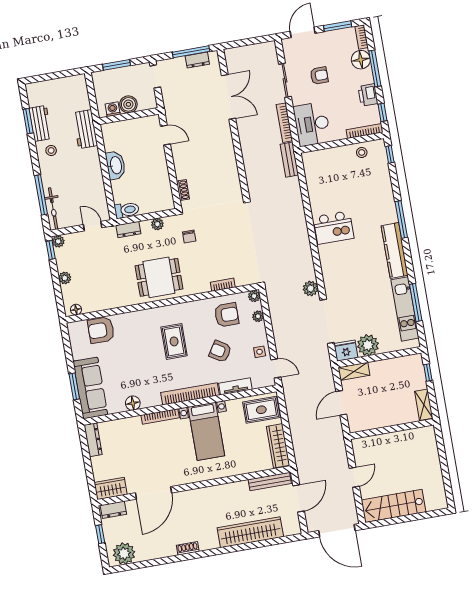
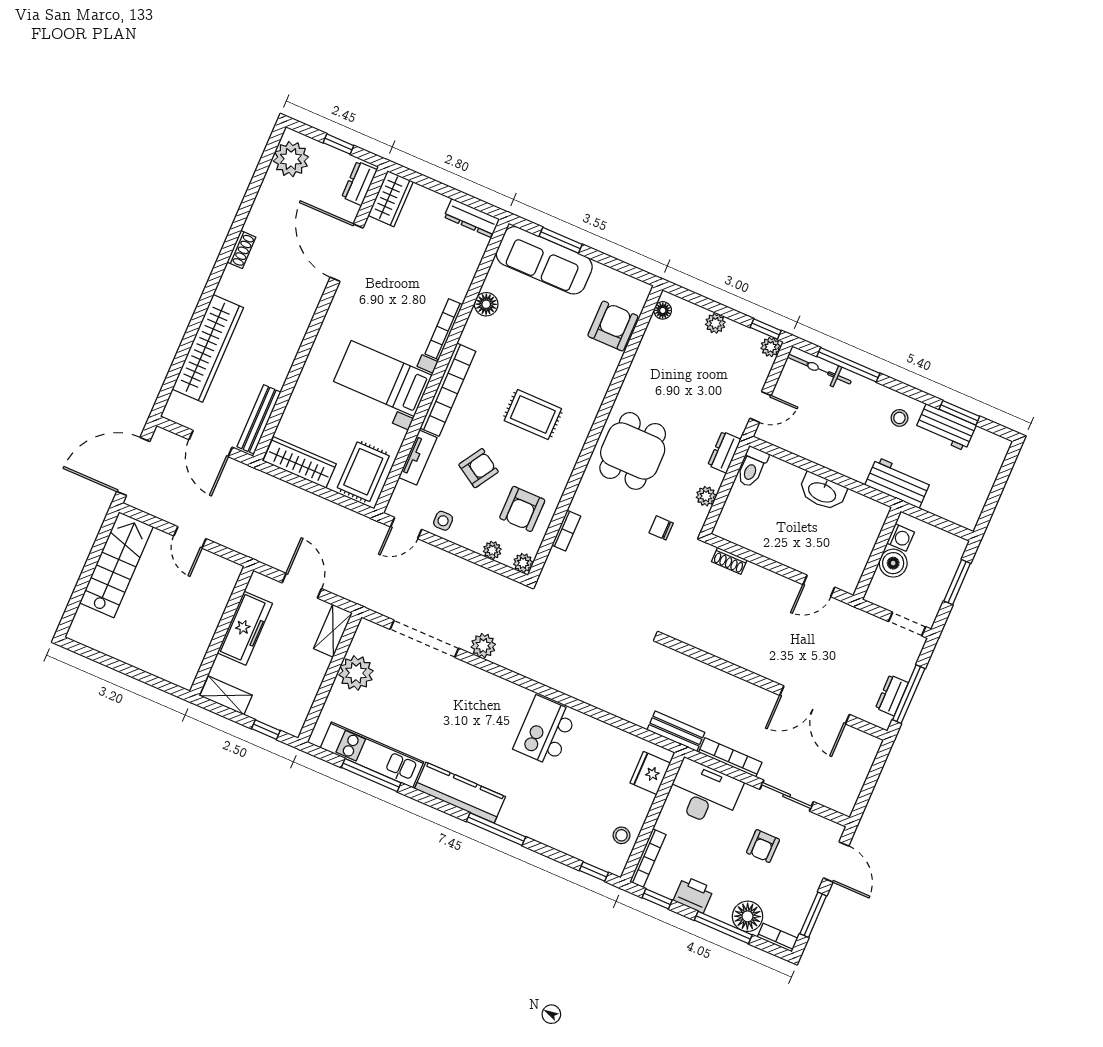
fridge: (346, 351) -> (650, 773), moved, turned 180
freezer: (383, 418) -> (245, 628), added

